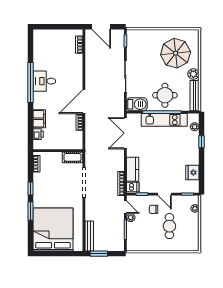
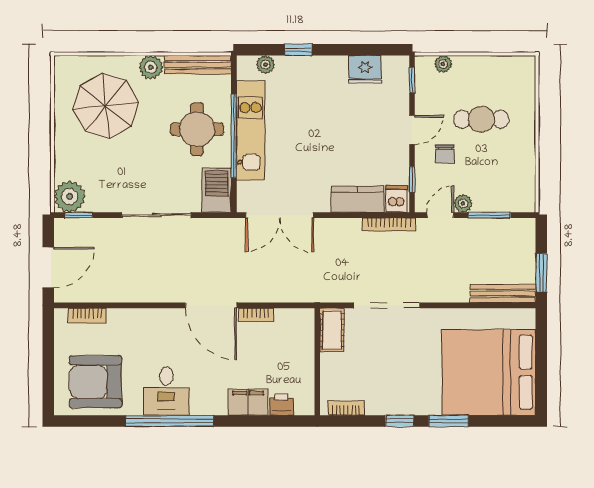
plant: (134, 37) -> (70, 197), added
armchair: (49, 49) -> (96, 382), added

